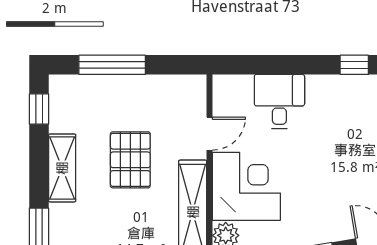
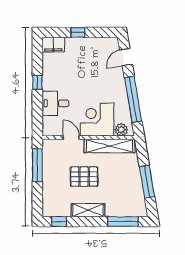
window: (112, 65) -> (37, 165), moved
window: (354, 65) -> (37, 82), moved

